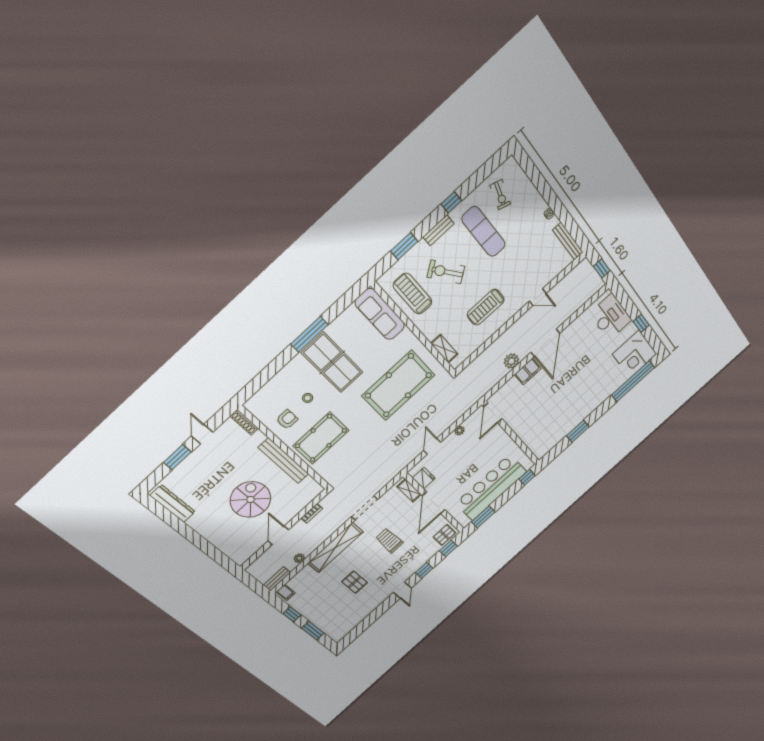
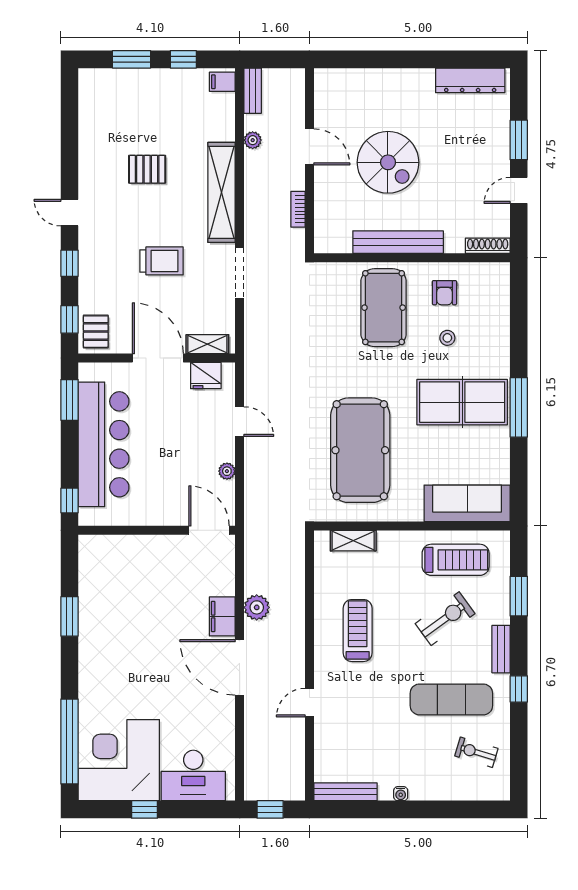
corner desk: (635, 354) -> (119, 760), width x1.36, depth x1.36
door: (202, 434) -> (519, 190), swing flipped

